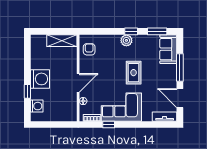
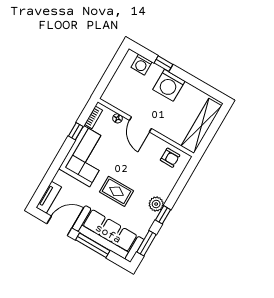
shelving: (62, 41) -> (201, 126), width x1.47
sofa: (168, 49) -> (108, 234), width x1.85, depth x1.27

